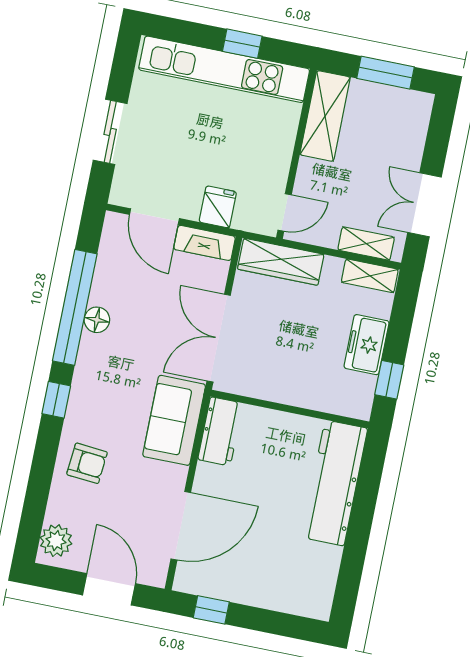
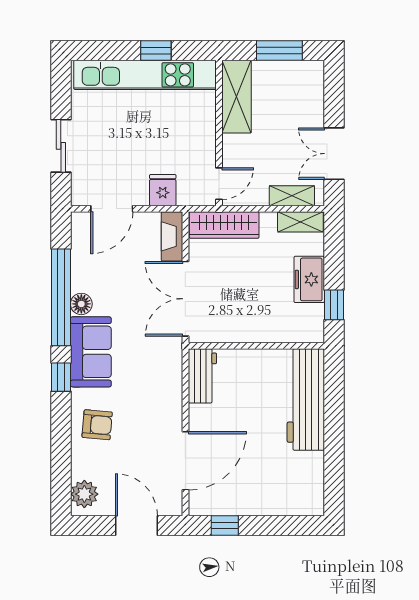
door: (154, 217) -> (112, 209), hinge flipped
fireplace: (205, 243) -> (172, 236), moved, turned 90
sofa: (174, 420) -> (91, 352), moved, turned 180

